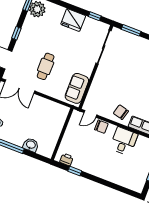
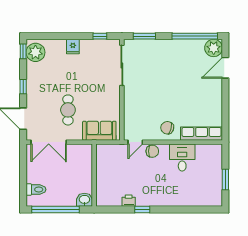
fridge: (73, 20) -> (73, 47), width x0.53, depth x0.75
sofa: (77, 88) -> (99, 131), moved, turned 90
wall: (62, 134) -> (94, 175), moved

